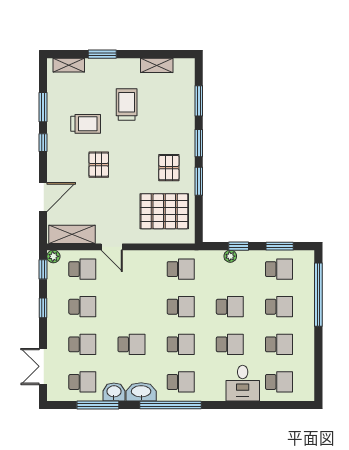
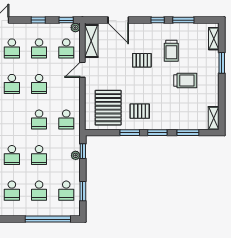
shelving: (157, 65) -> (214, 118), moved
window: (239, 246) -> (83, 151), moved
school desk: (181, 344) -> (39, 84), moved

